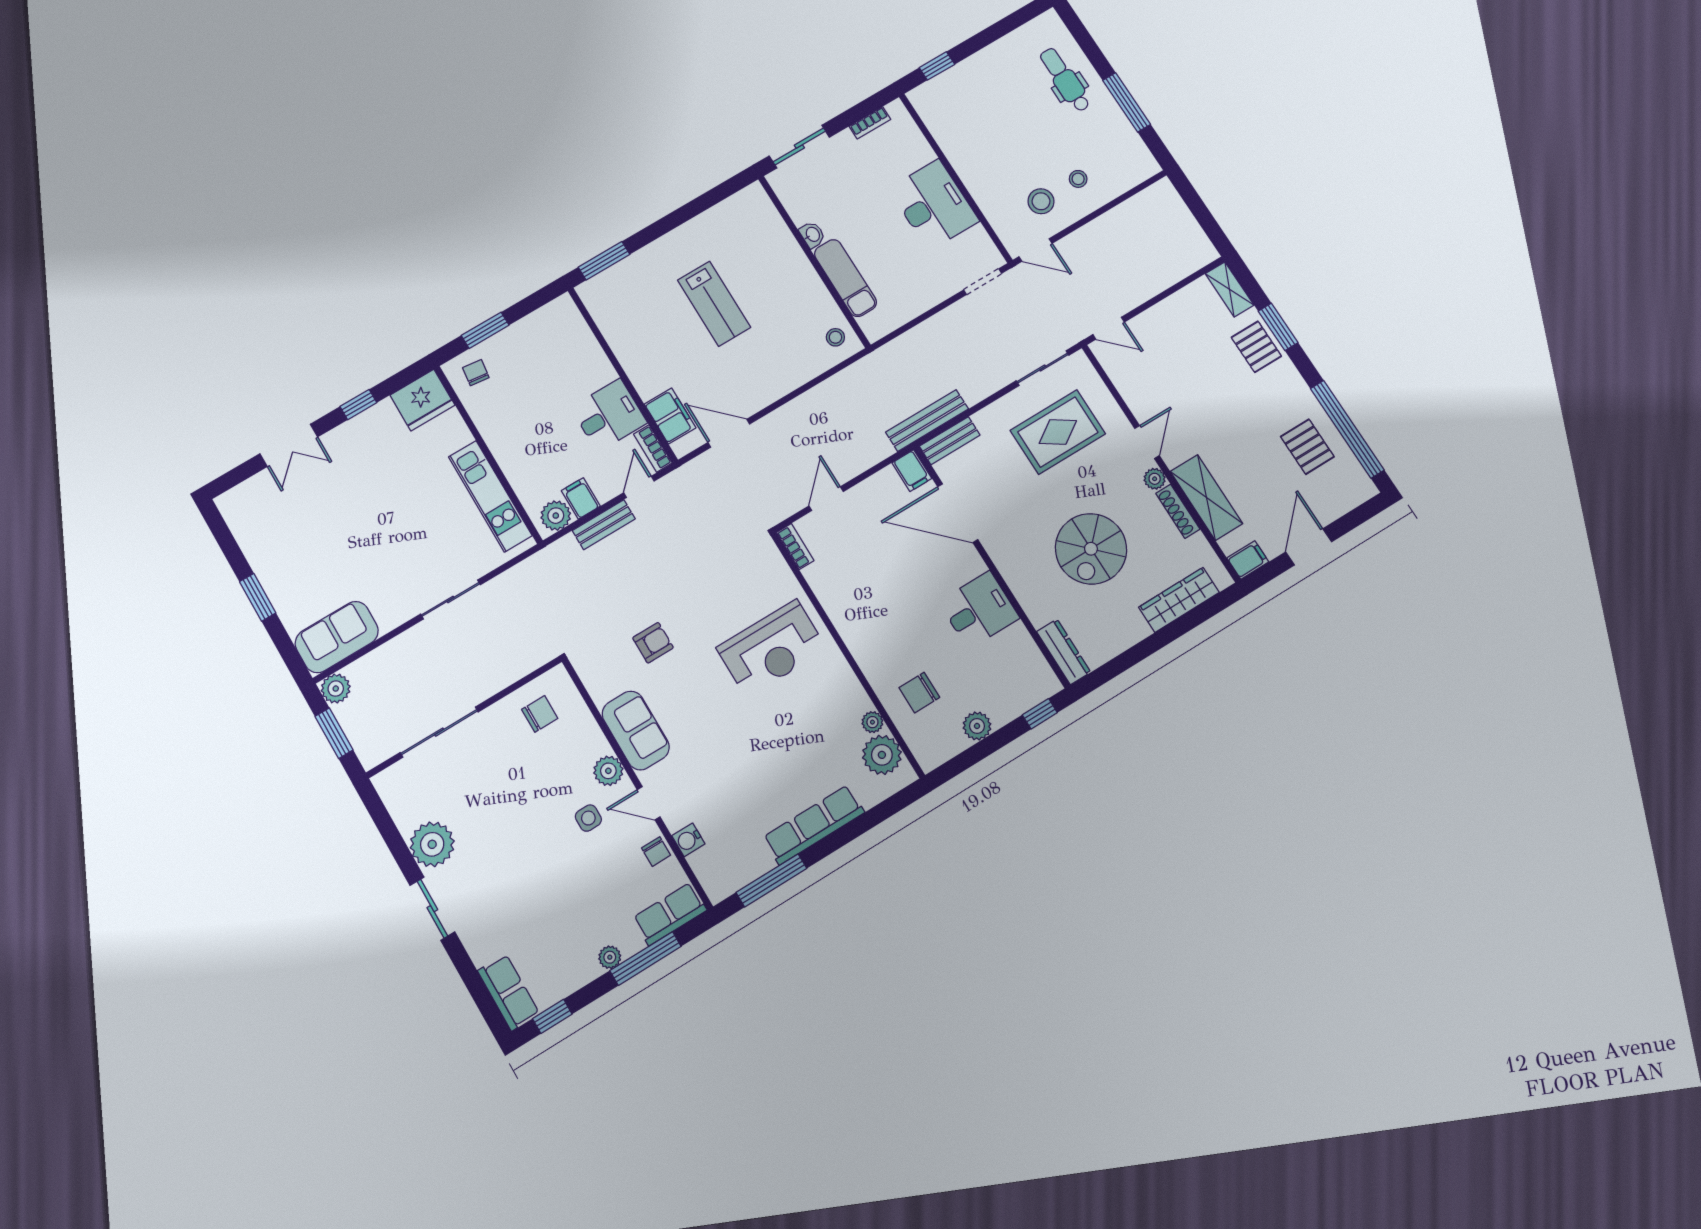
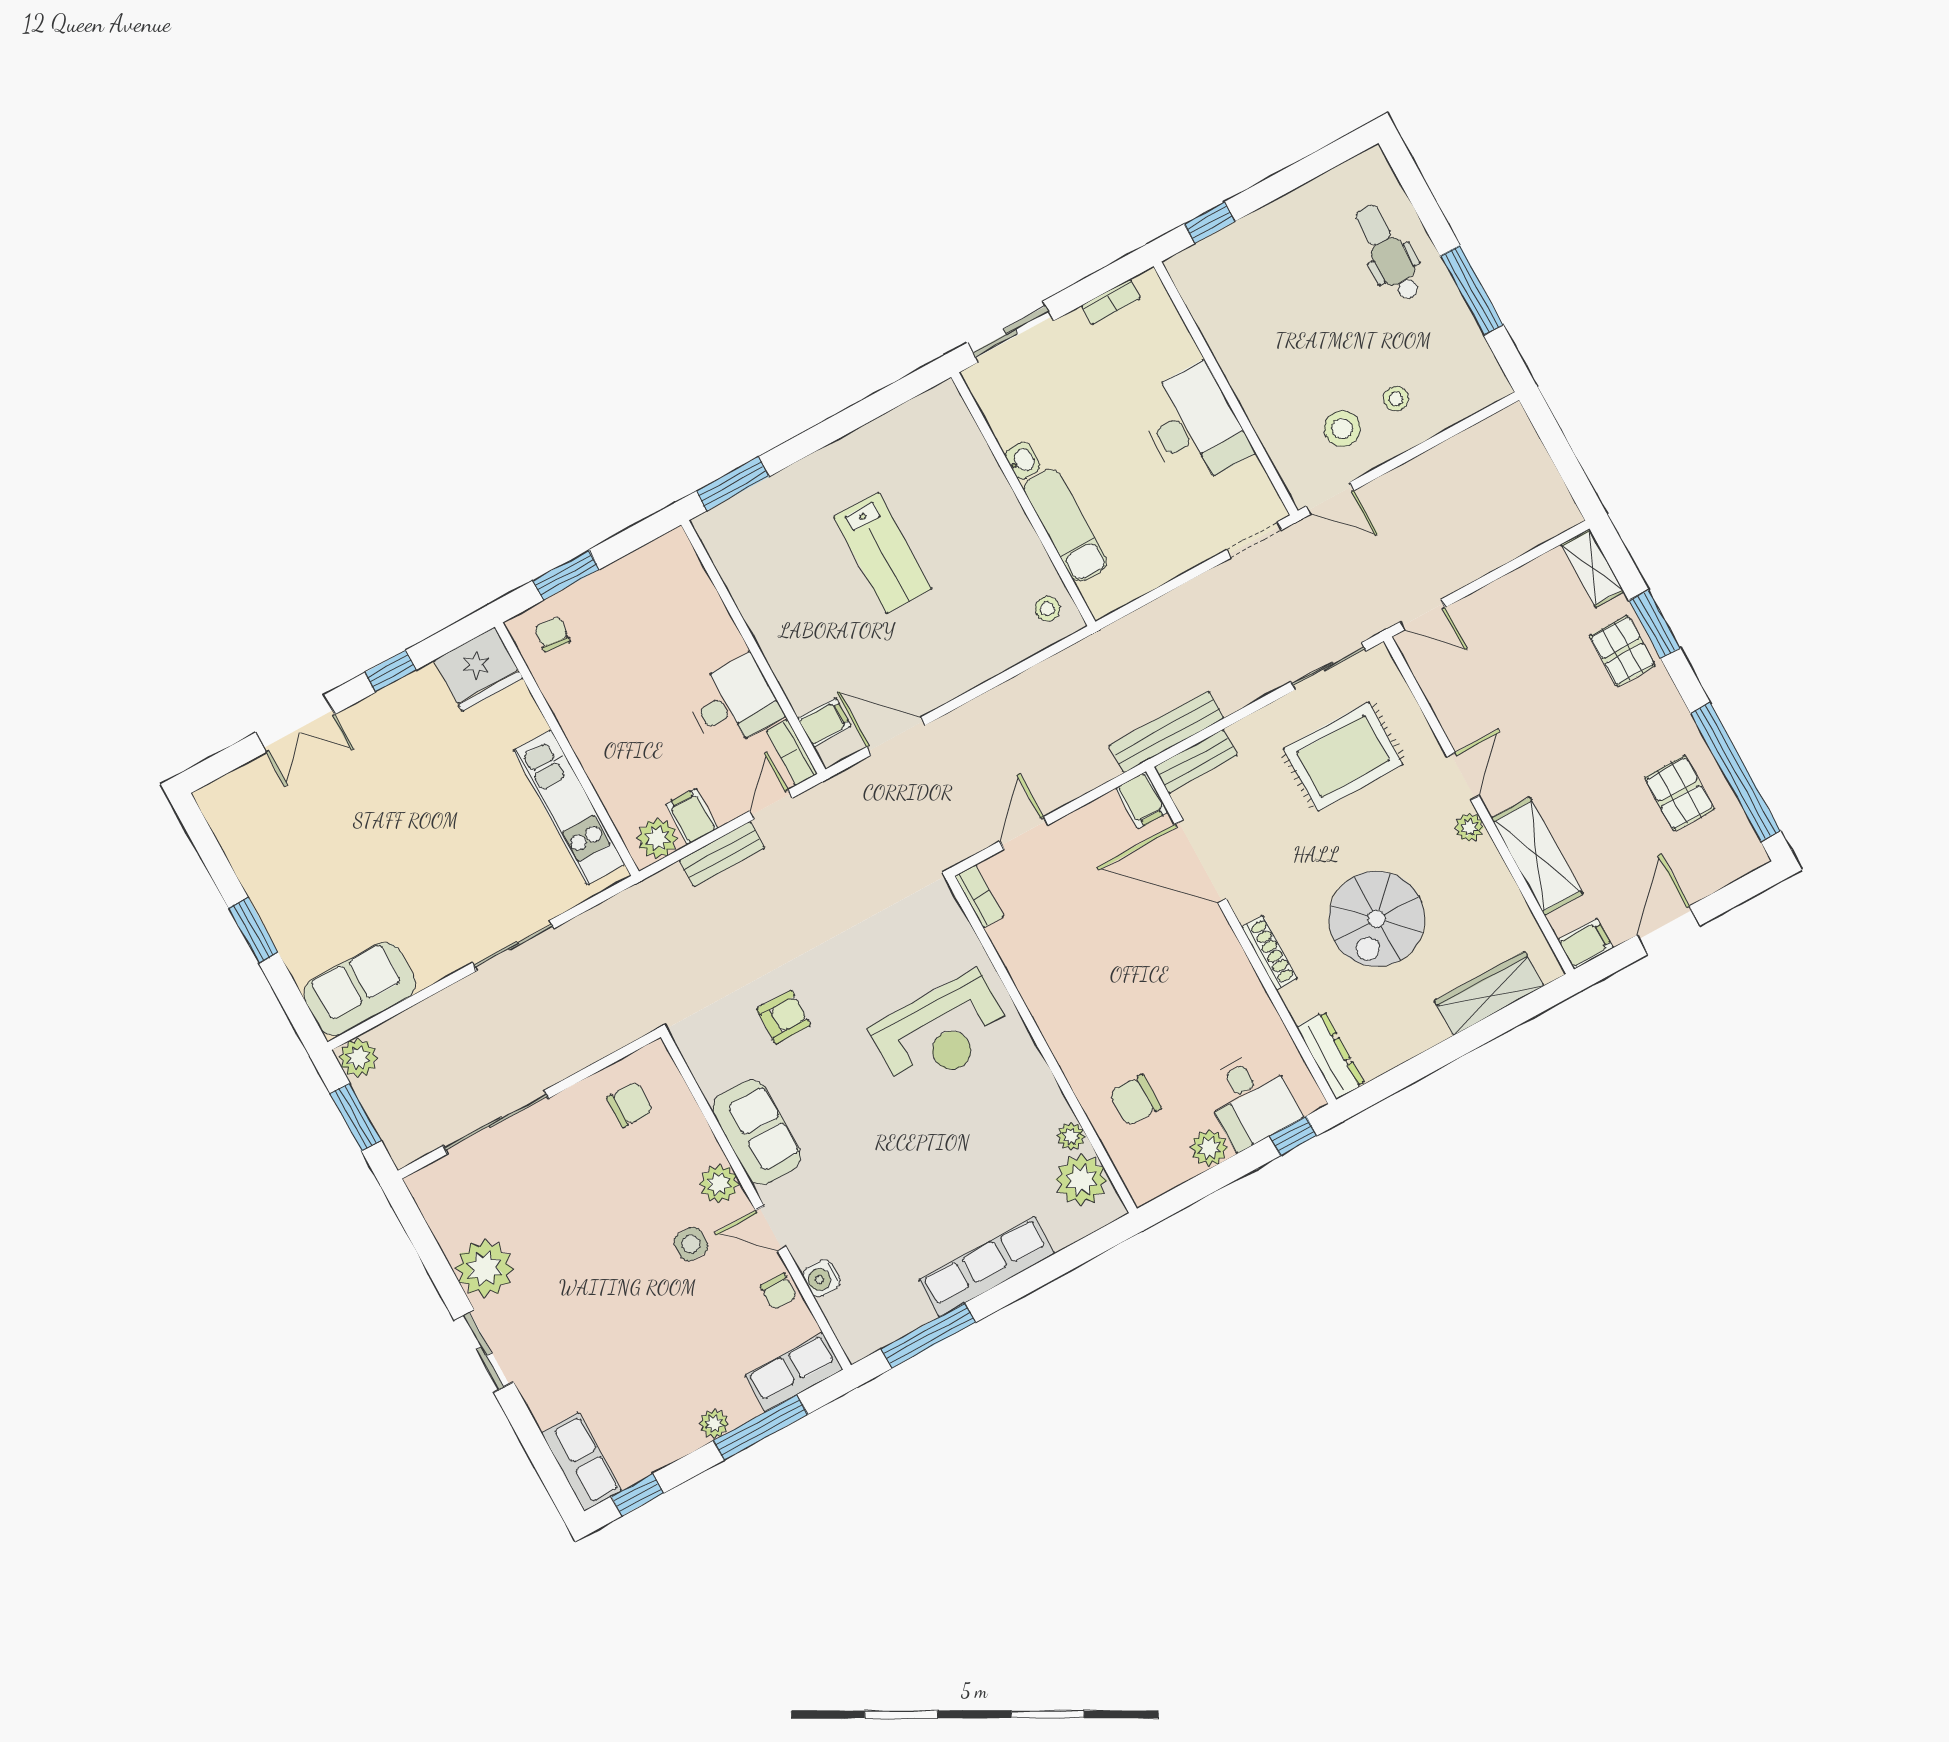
filing cabinet: (670, 416) -> (824, 722), width x0.50
shoe rack: (1178, 511) -> (1270, 953), moved, turned 180
desk: (979, 610) -> (1251, 1100), moved, turned 90

